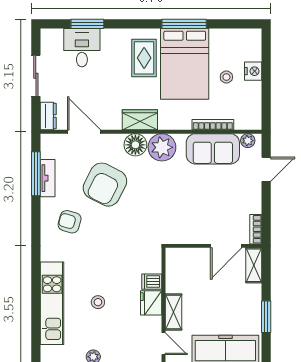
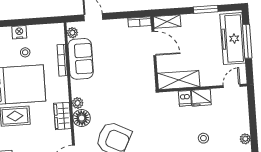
plant: (162, 147) -> (78, 103), width x0.53, depth x0.53
shelving: (173, 312) -> (179, 80), moved, width x1.50, depth x1.33

